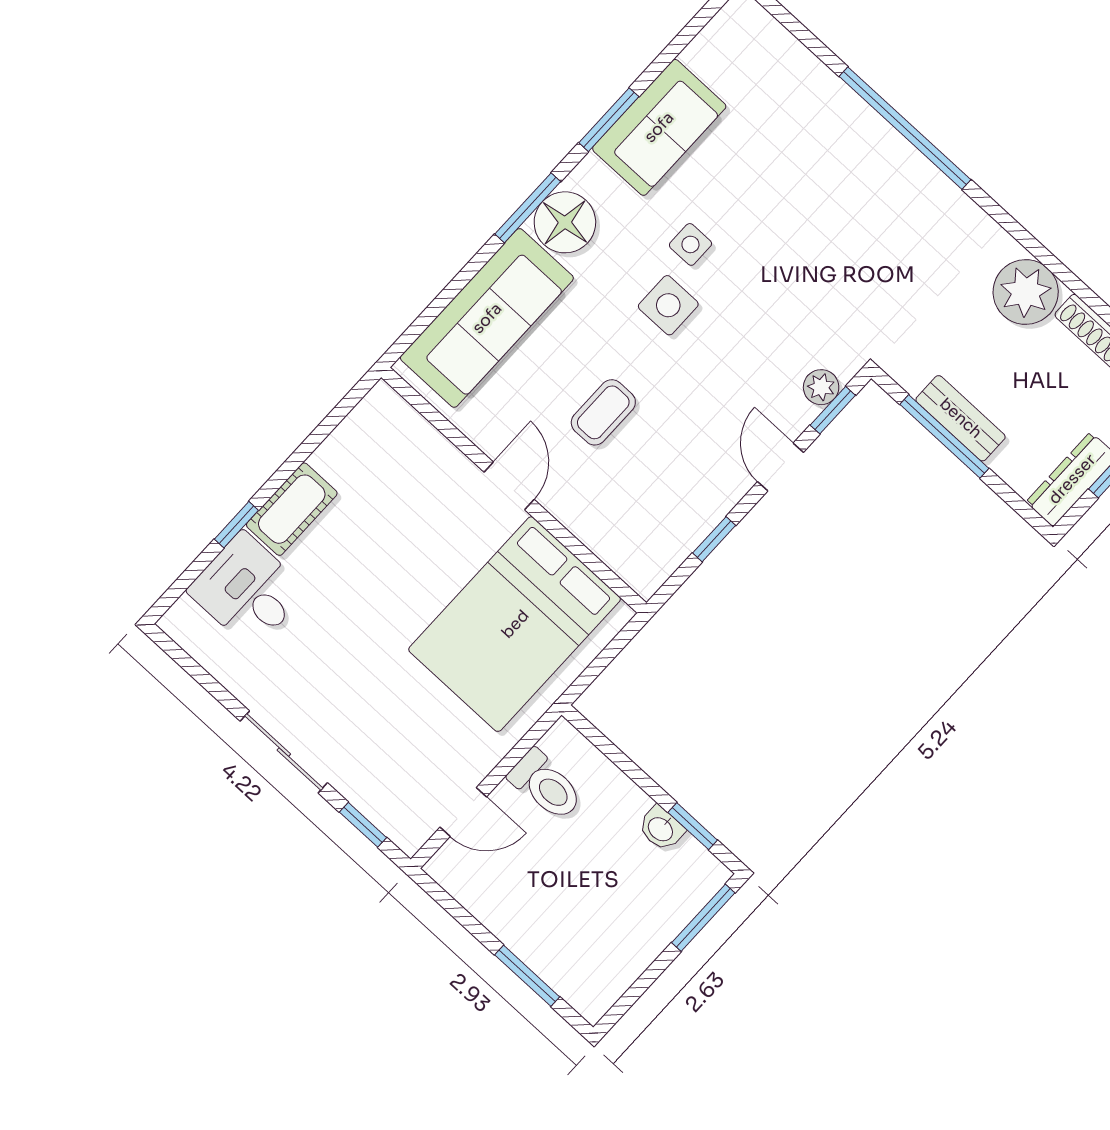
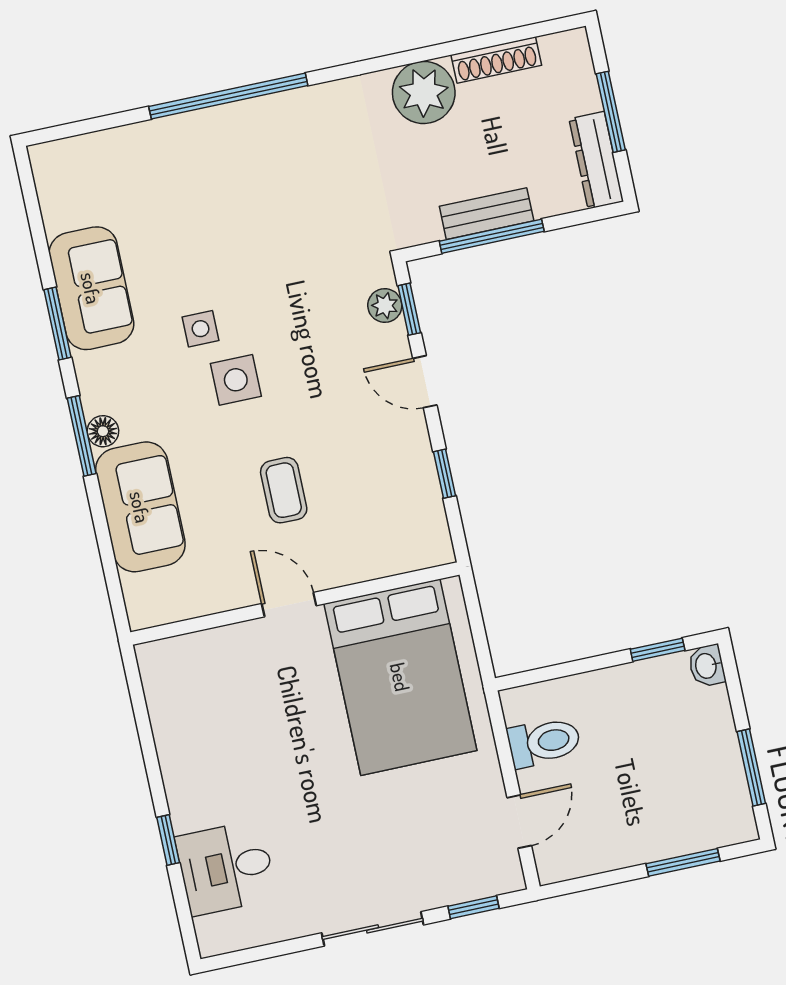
floor lamp: (565, 222) -> (103, 431), width x0.53, depth x0.53
sofa: (487, 318) -> (140, 507), width x0.73
cot: (292, 509) -> (187, 788), removed
washbasin: (661, 829) -> (707, 666), moved, turned 90
window: (703, 918) -> (751, 767), moved

